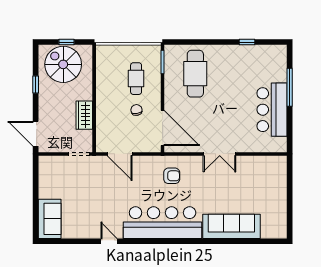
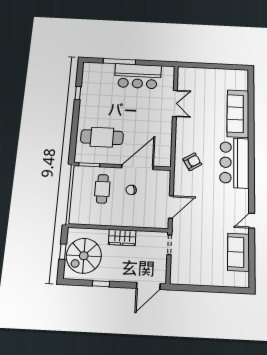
cafe table: (136, 79) -> (102, 189), turned 90
wardrobe: (84, 115) -> (122, 238), moved
door: (163, 128) -> (137, 167), moved
double door: (220, 154) -> (175, 103), moved
armchair: (172, 176) -> (192, 162), turned 59
sofa: (50, 219) -> (238, 252), moved, turned -90
bar counter: (163, 223) -> (234, 163), width x0.73

